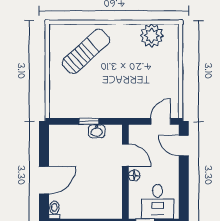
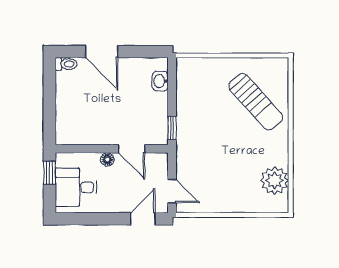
window: (89, 121) -> (172, 128), moved
washbasin: (97, 131) -> (160, 81), moved
door: (125, 155) -> (132, 149), hinge flipped

